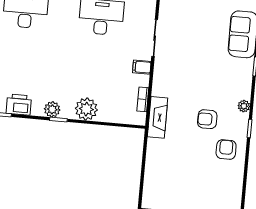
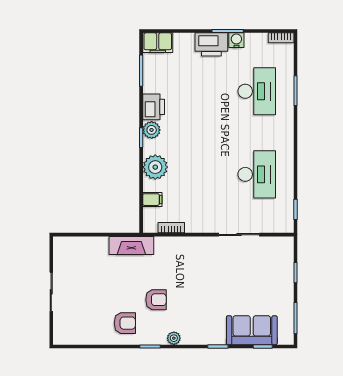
filing cabinet: (142, 67) -> (152, 200), moved, turned 90
printer: (19, 105) -> (154, 107), moved
fireplace: (158, 117) -> (131, 245), moved
armchair: (207, 119) -> (156, 300), turned 90

